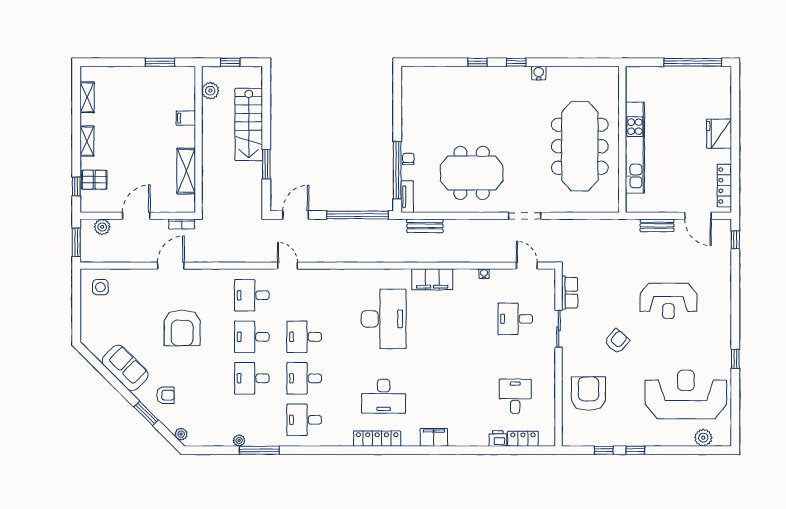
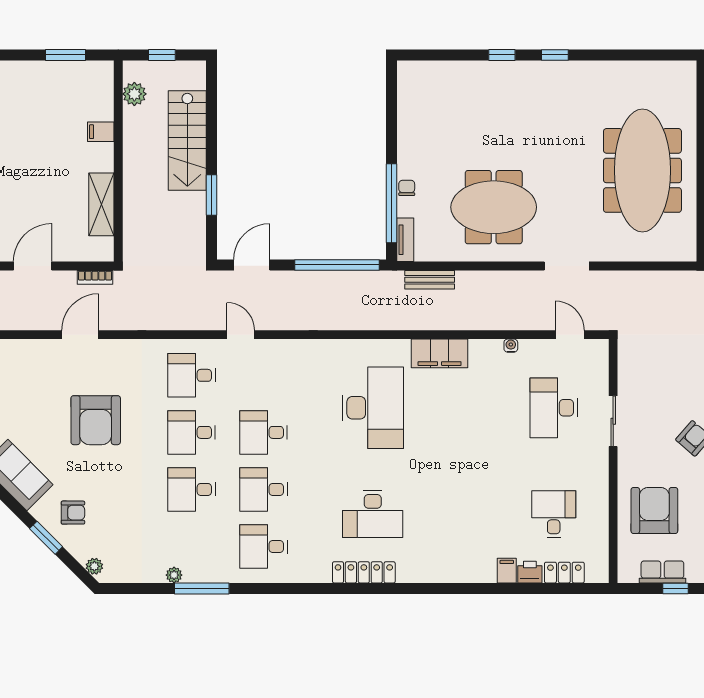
water cooler: (539, 73) -> (586, 70), removed
row of seats: (570, 293) -> (662, 572), moved, turned -90
desk: (515, 319) -> (554, 408), width x1.37
filing cabinet: (434, 437) -> (507, 571), moved, width x0.50

